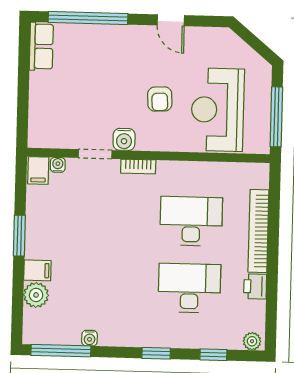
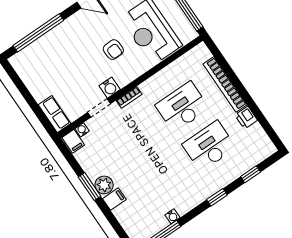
row of seats: (41, 46) -> (55, 114), moved
plant: (36, 295) -> (104, 185), moved
plant: (252, 341) -> (267, 150), removed

